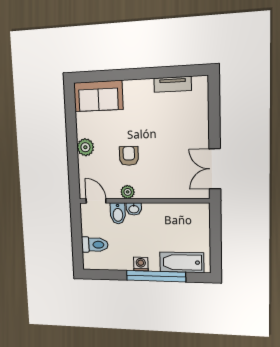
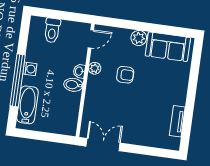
sofa: (98, 96) -> (168, 47), moved, turned -90
bidet: (118, 213) -> (73, 85), moved

